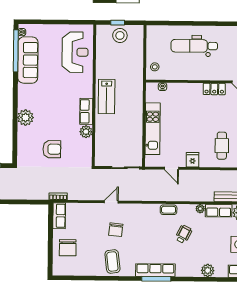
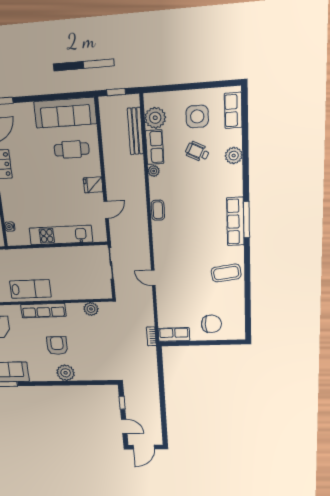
row of seats: (86, 111) -> (43, 311), width x1.48
plant: (86, 132) -> (91, 309), moved
armchair: (52, 149) -> (57, 346), moved
chair: (116, 230) -> (187, 271), removed
wheelchair: (184, 234) -> (197, 152), moved

